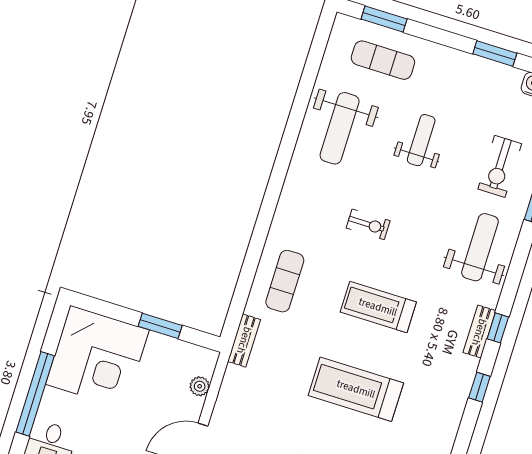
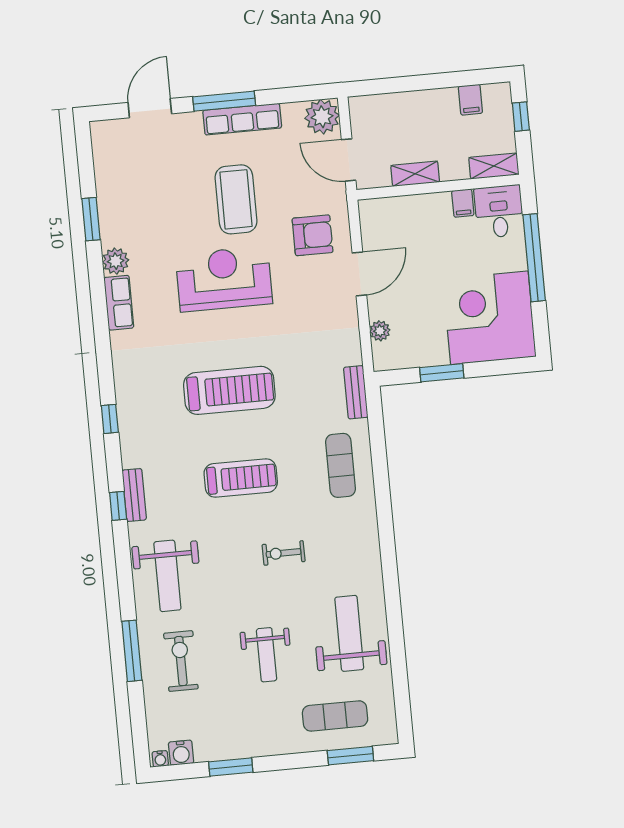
window: (479, 387) -> (110, 419), moved

